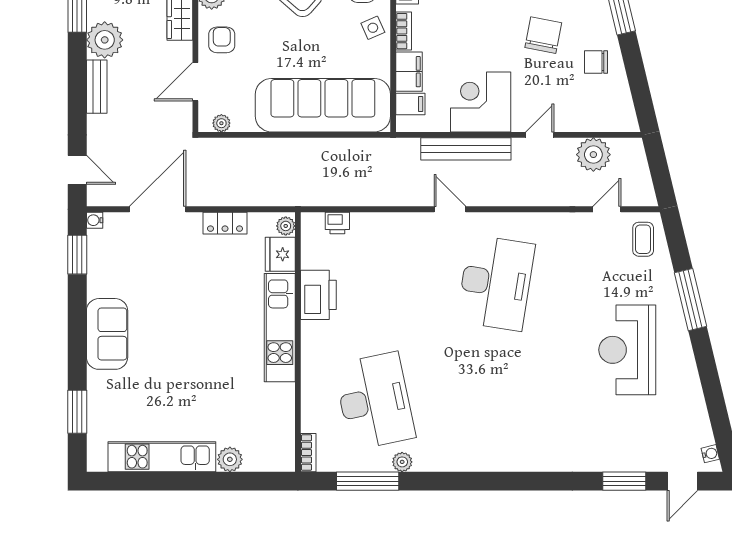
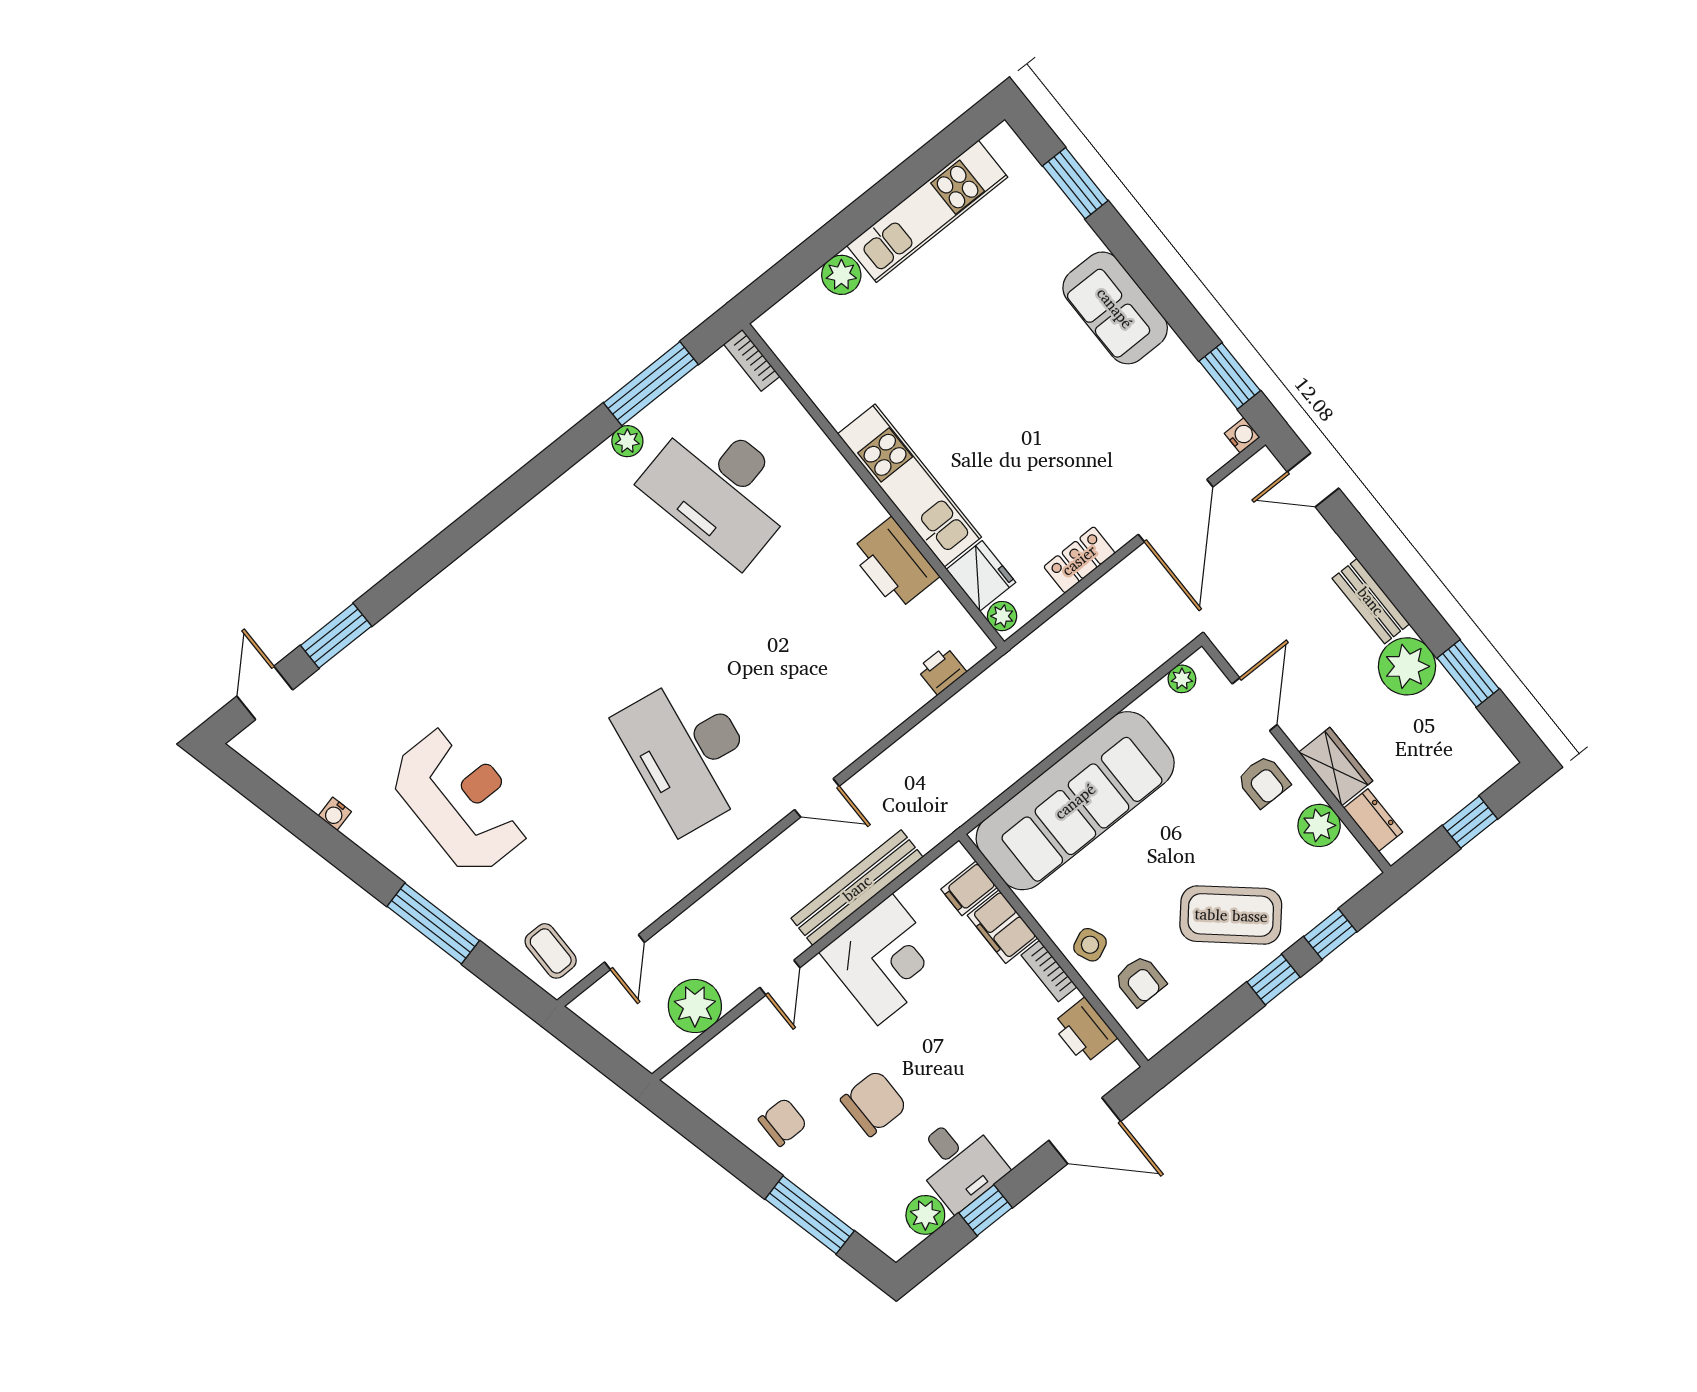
chair: (543, 35) -> (874, 1103), turned -101
water cooler: (710, 454) -> (335, 814), moved

